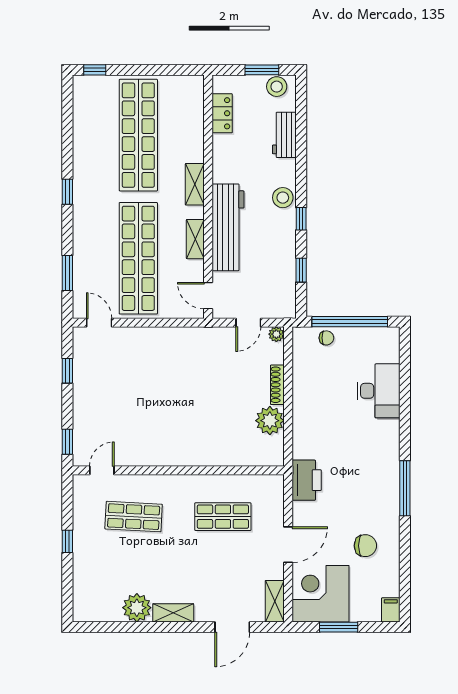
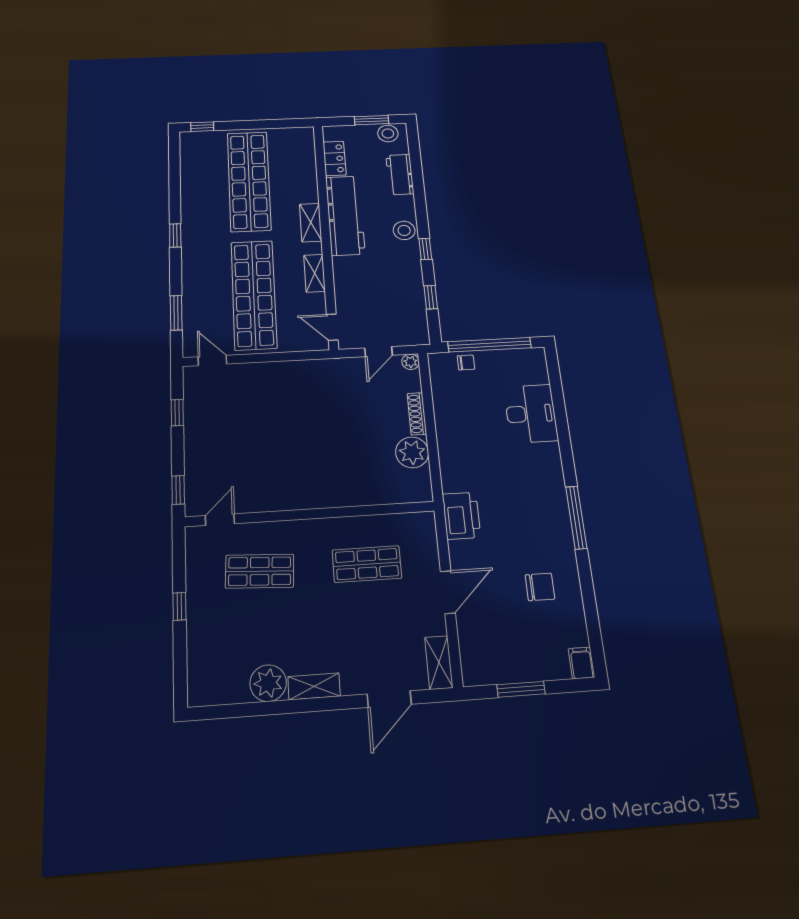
workbench: (228, 227) -> (345, 215), moved
corner desk: (320, 594) -> (494, 649), removed

